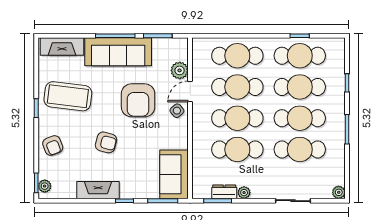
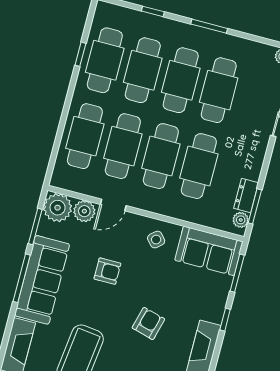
plant: (177, 49) -> (58, 208), added
door: (190, 91) -> (113, 205), hinge flipped
armchair: (138, 100) -> (107, 271), width x0.53, depth x0.53
side table: (177, 111) -> (156, 240), moved
plant: (244, 193) -> (241, 220), moved

